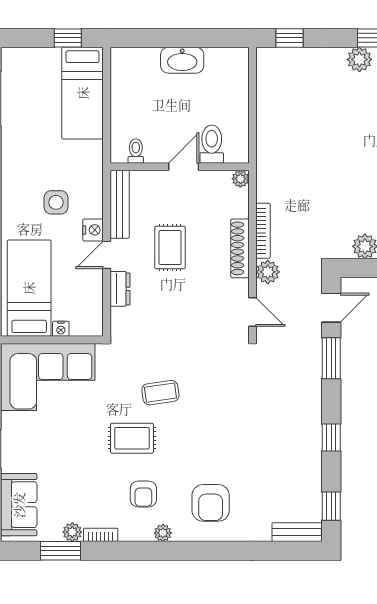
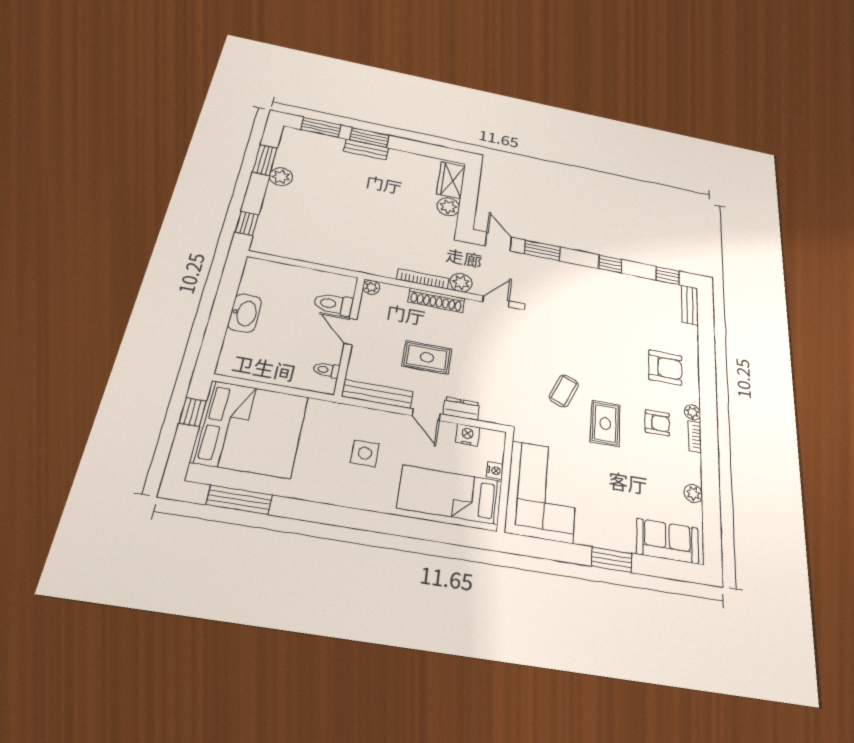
bed: (83, 93) -> (250, 429), width x2.04
nightstand: (93, 230) -> (467, 435), moved
coffee table: (160, 393) -> (564, 391), turned 31
bookcase: (101, 535) -> (695, 437), moved
window: (60, 551) -> (711, 508), removed

